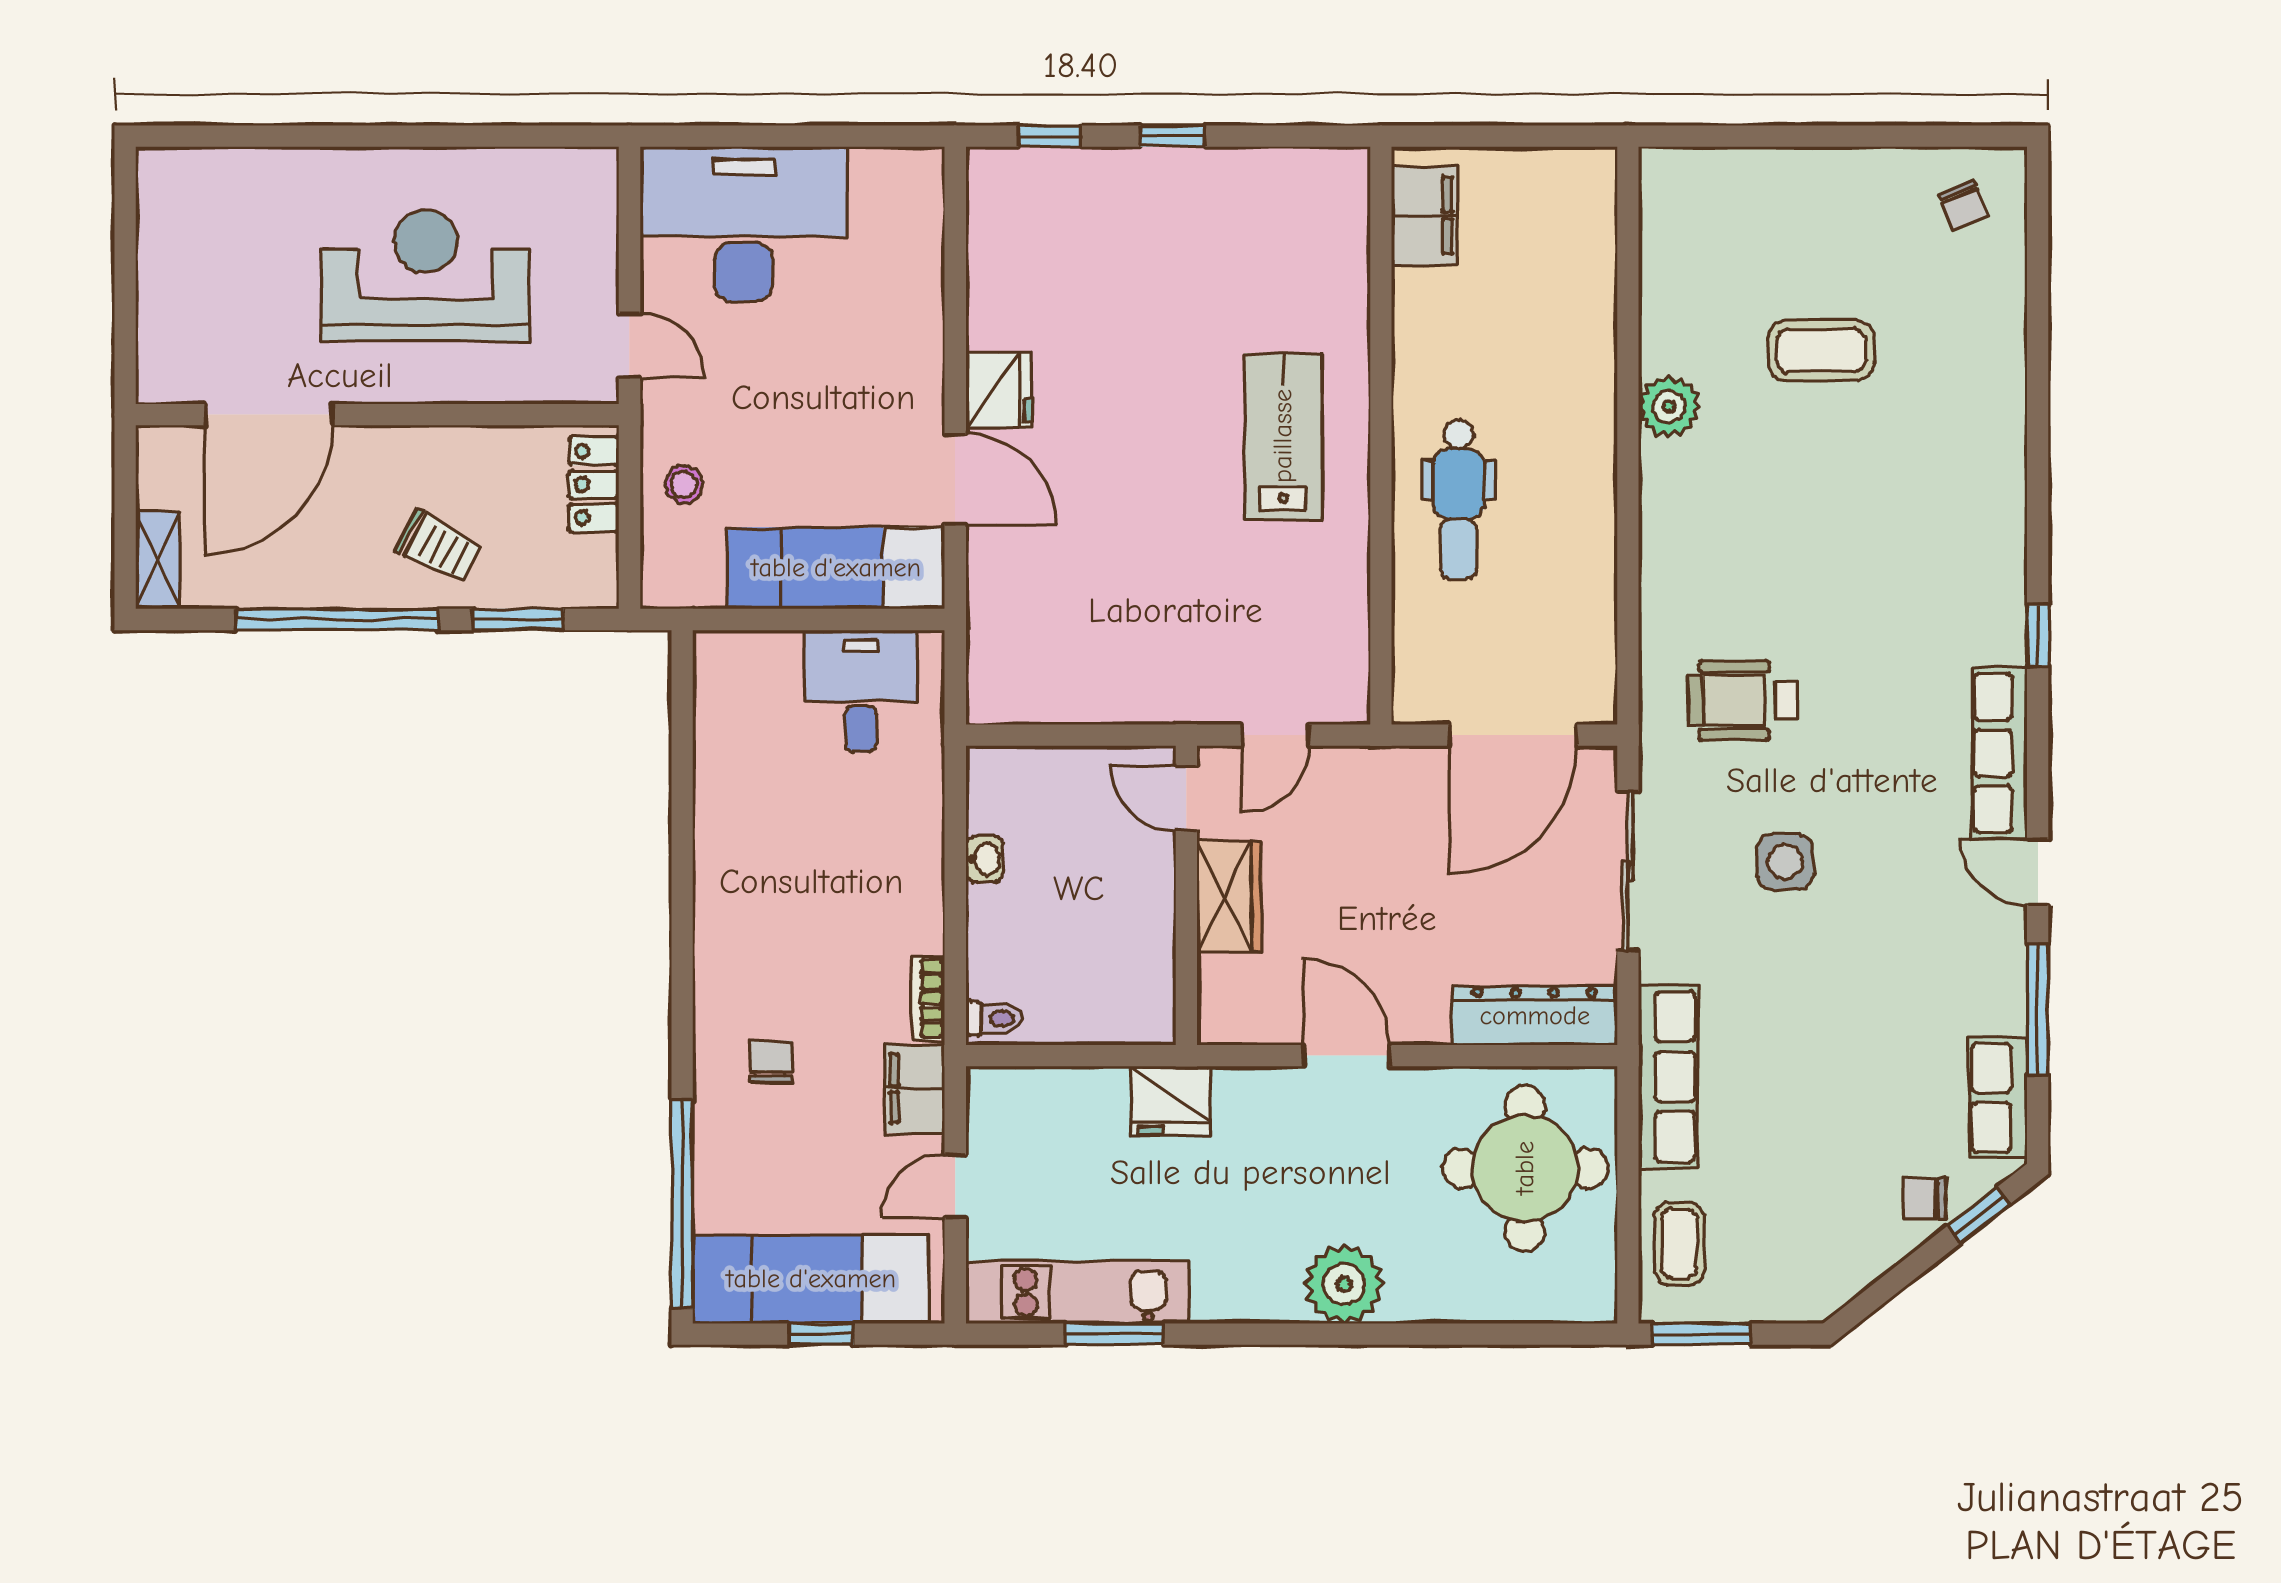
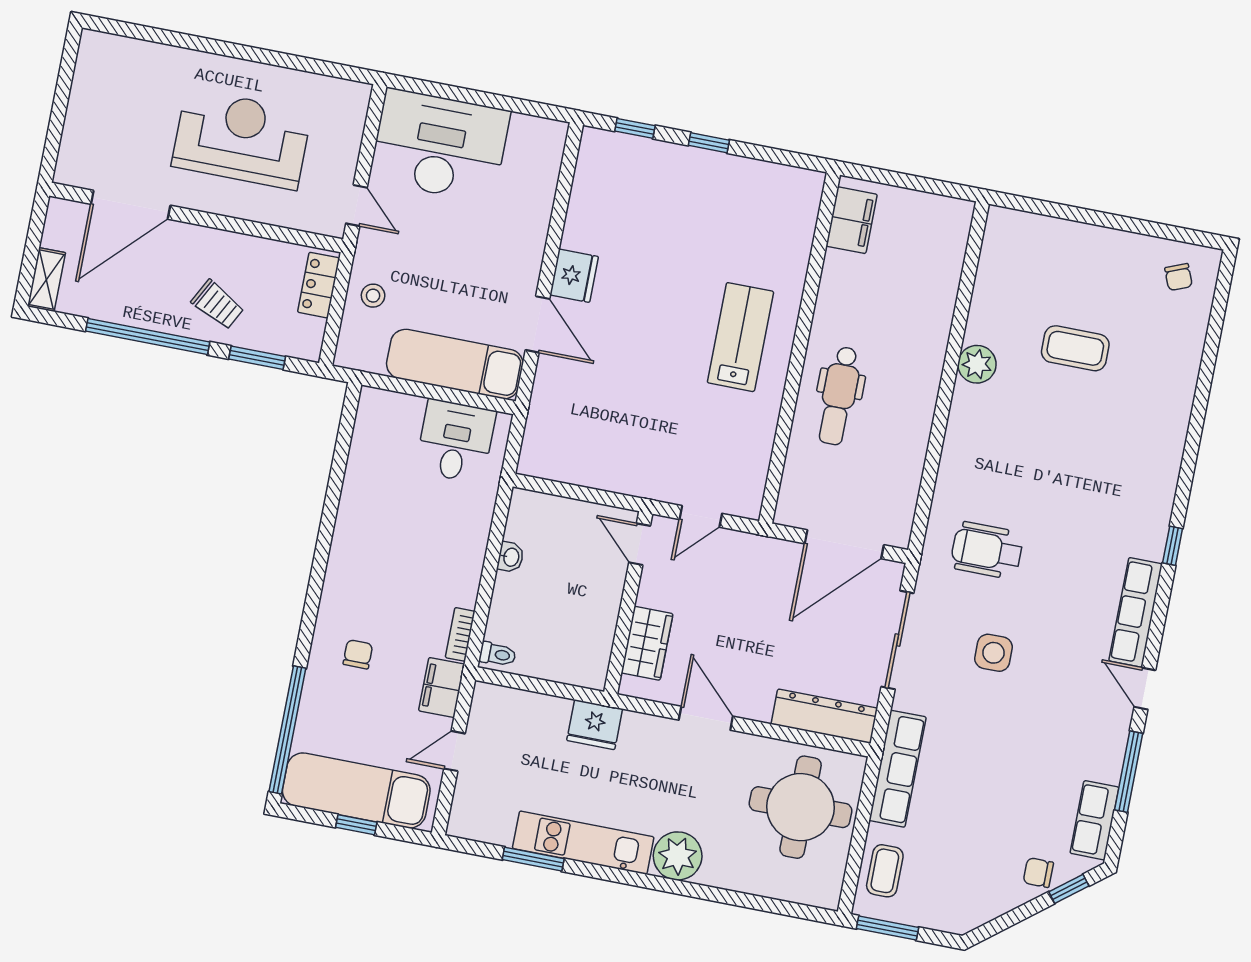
wardrobe: (1229, 896) -> (647, 643), moved
kitchen unit: (1077, 1292) -> (583, 843), moved

